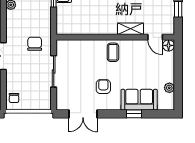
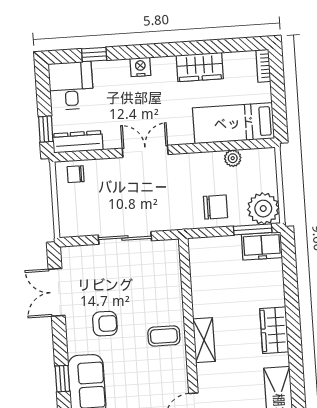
shelving: (131, 29) -> (204, 340), moved
chair: (35, 44) -> (215, 207), moved

